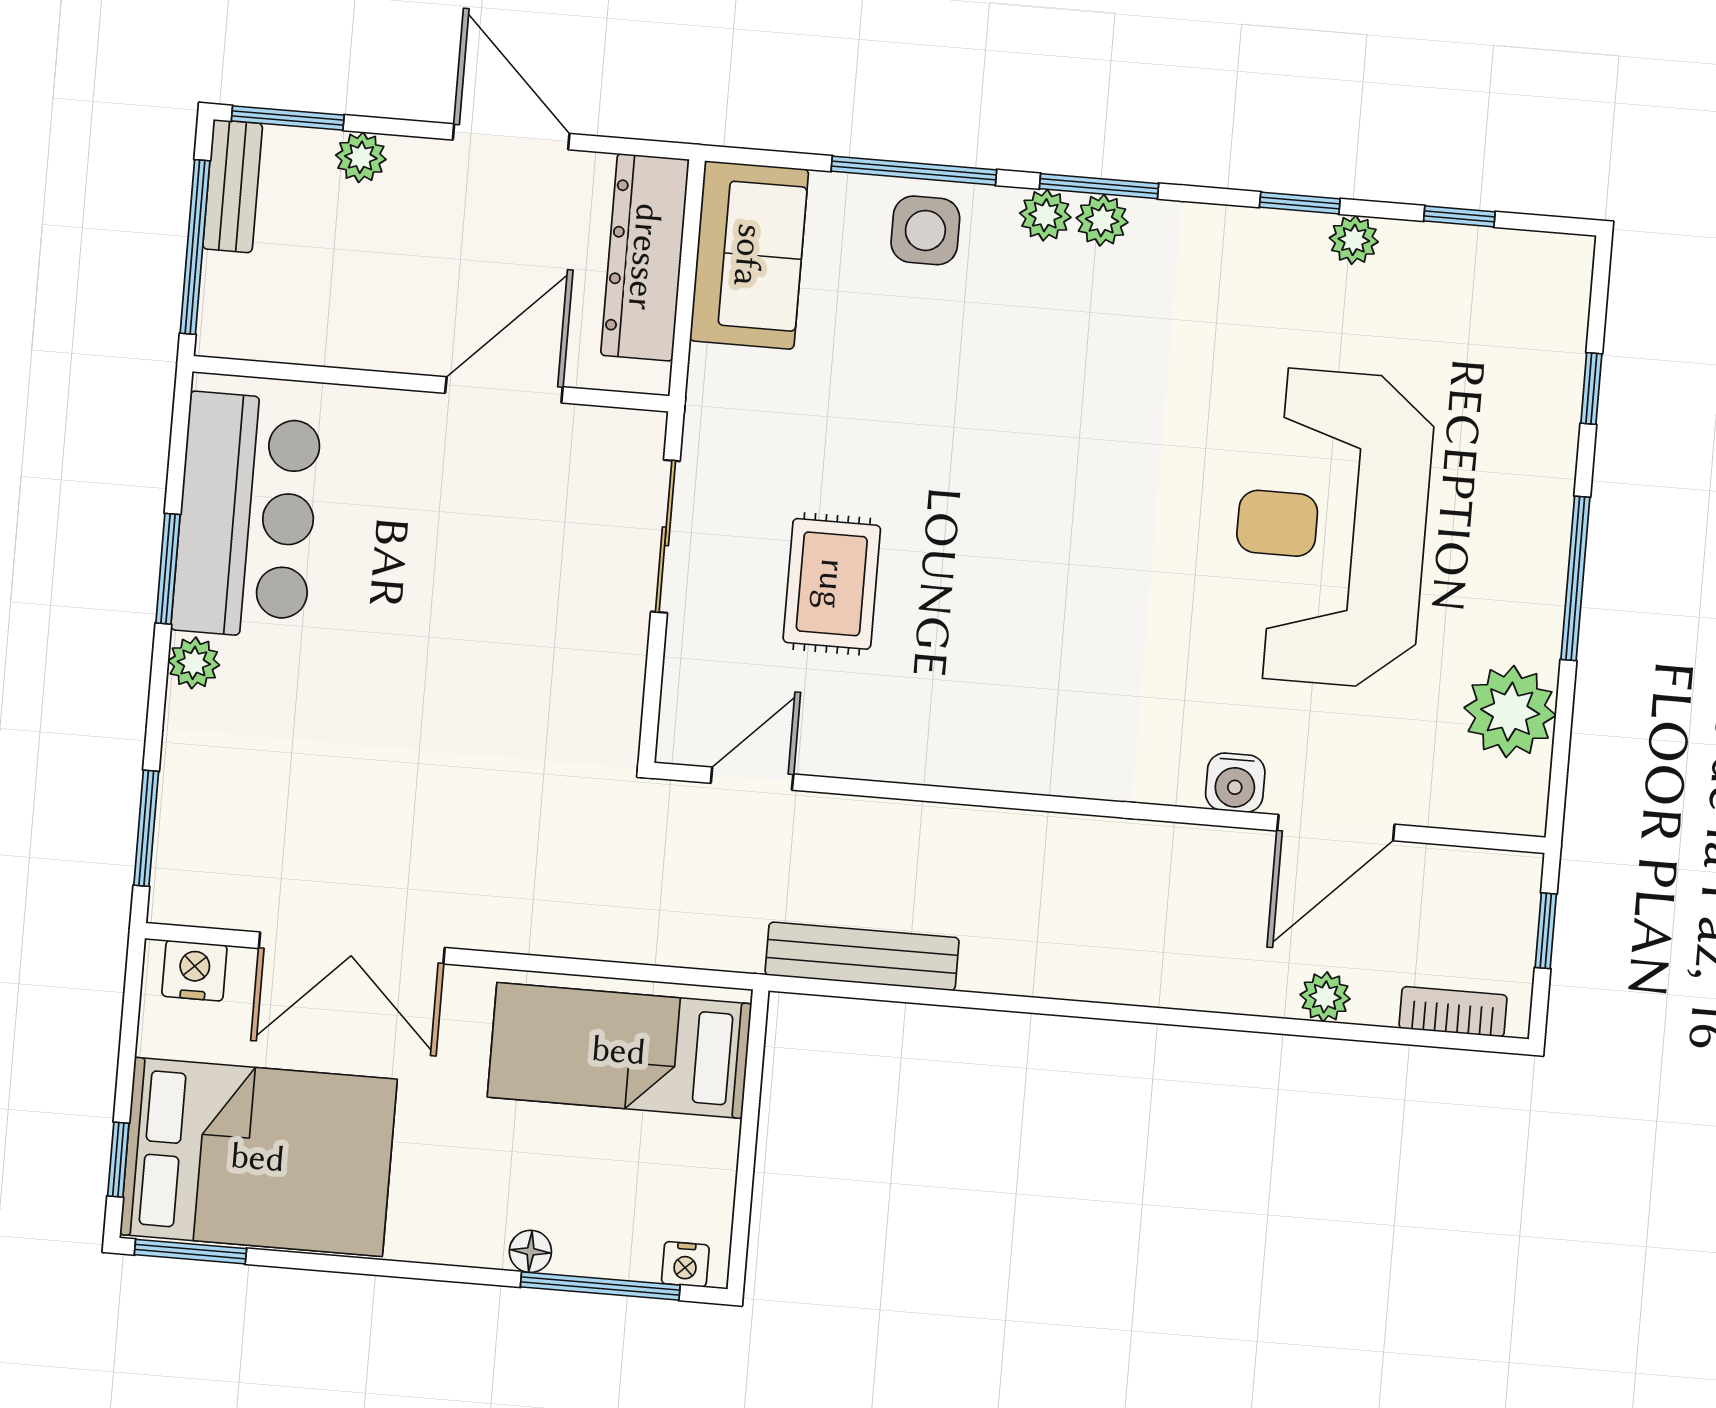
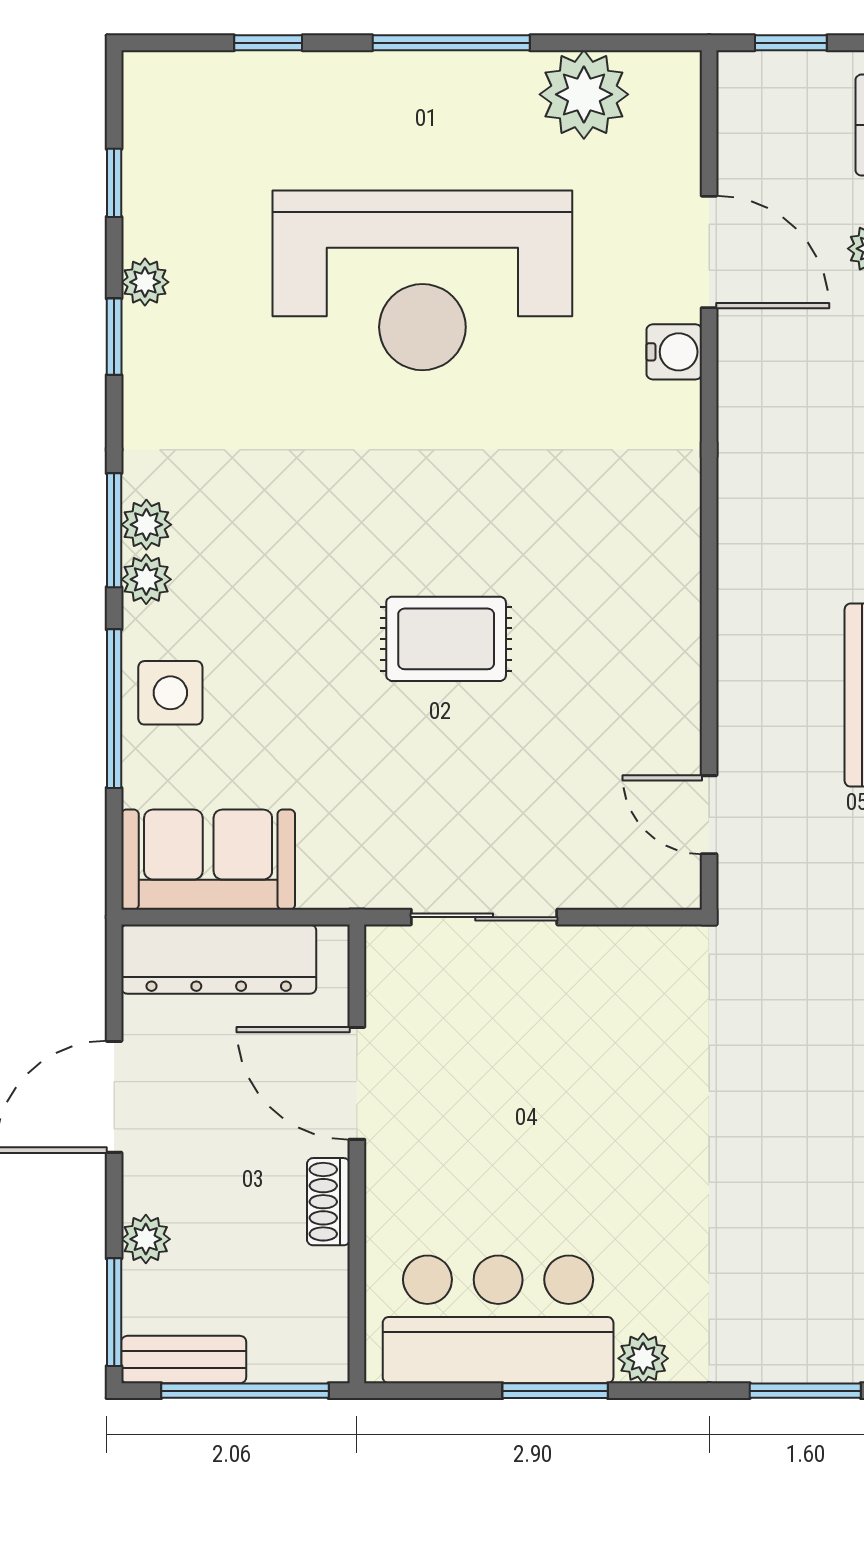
shoe rack: (384, 350) -> (328, 1202), added
rug: (832, 584) -> (446, 639), moved

